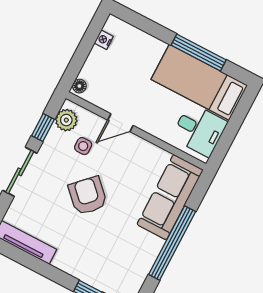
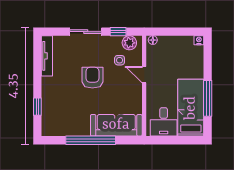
nightstand: (104, 40) -> (199, 40), moved
armchair: (88, 196) -> (92, 78), turned -45

